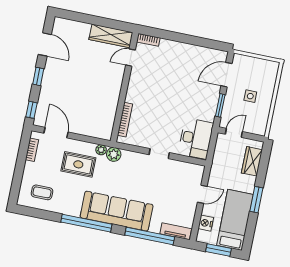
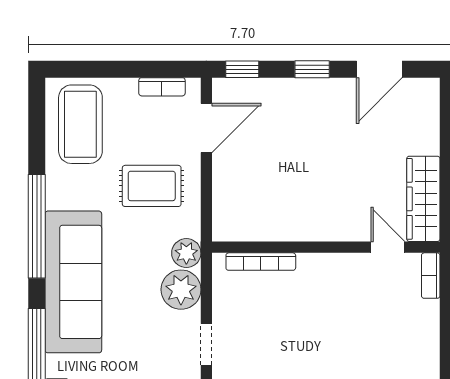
plant: (101, 150) -> (181, 290), moved, width x1.88, depth x1.88
rug: (78, 164) -> (152, 186), turned 90
coffee table: (42, 192) -> (80, 124), width x1.86, depth x1.72

